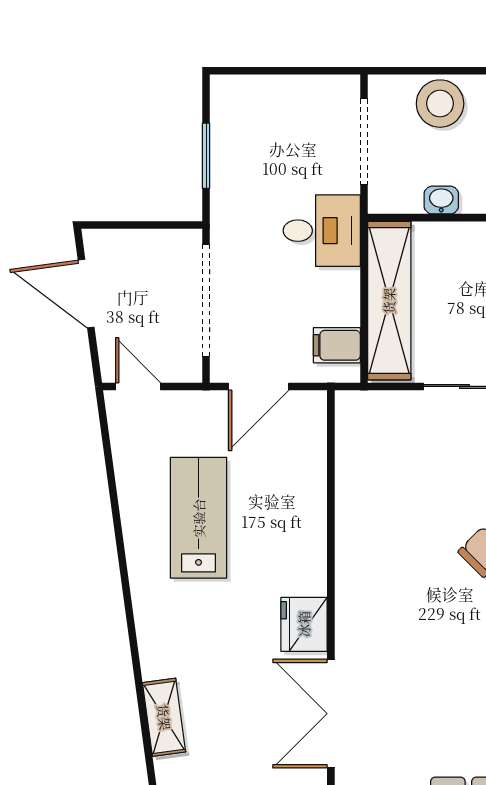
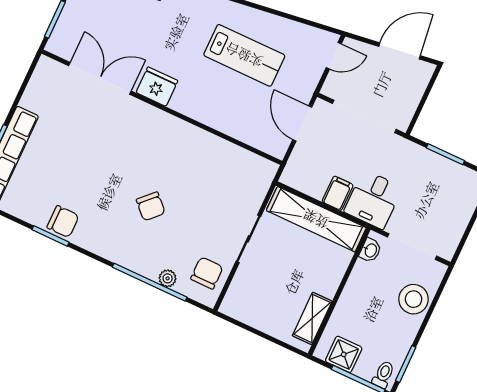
washbasin: (441, 200) -> (370, 250), moved
filing cabinet: (337, 345) -> (338, 193), moved

